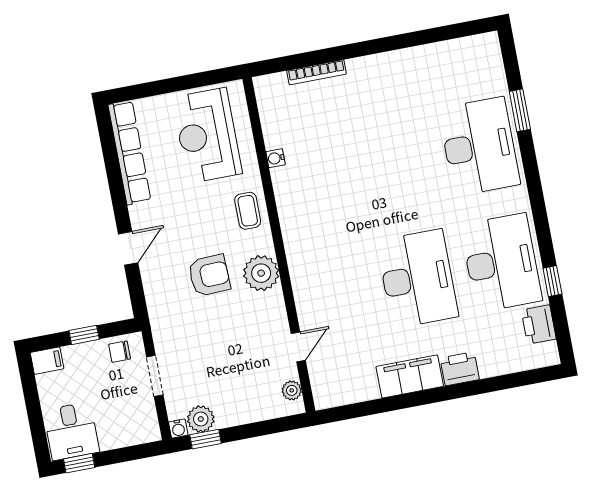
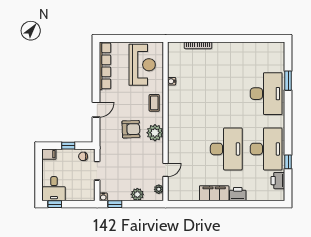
reception desk: (207, 135) -> (142, 65), turned 180
plant: (201, 419) -> (137, 194), moved

